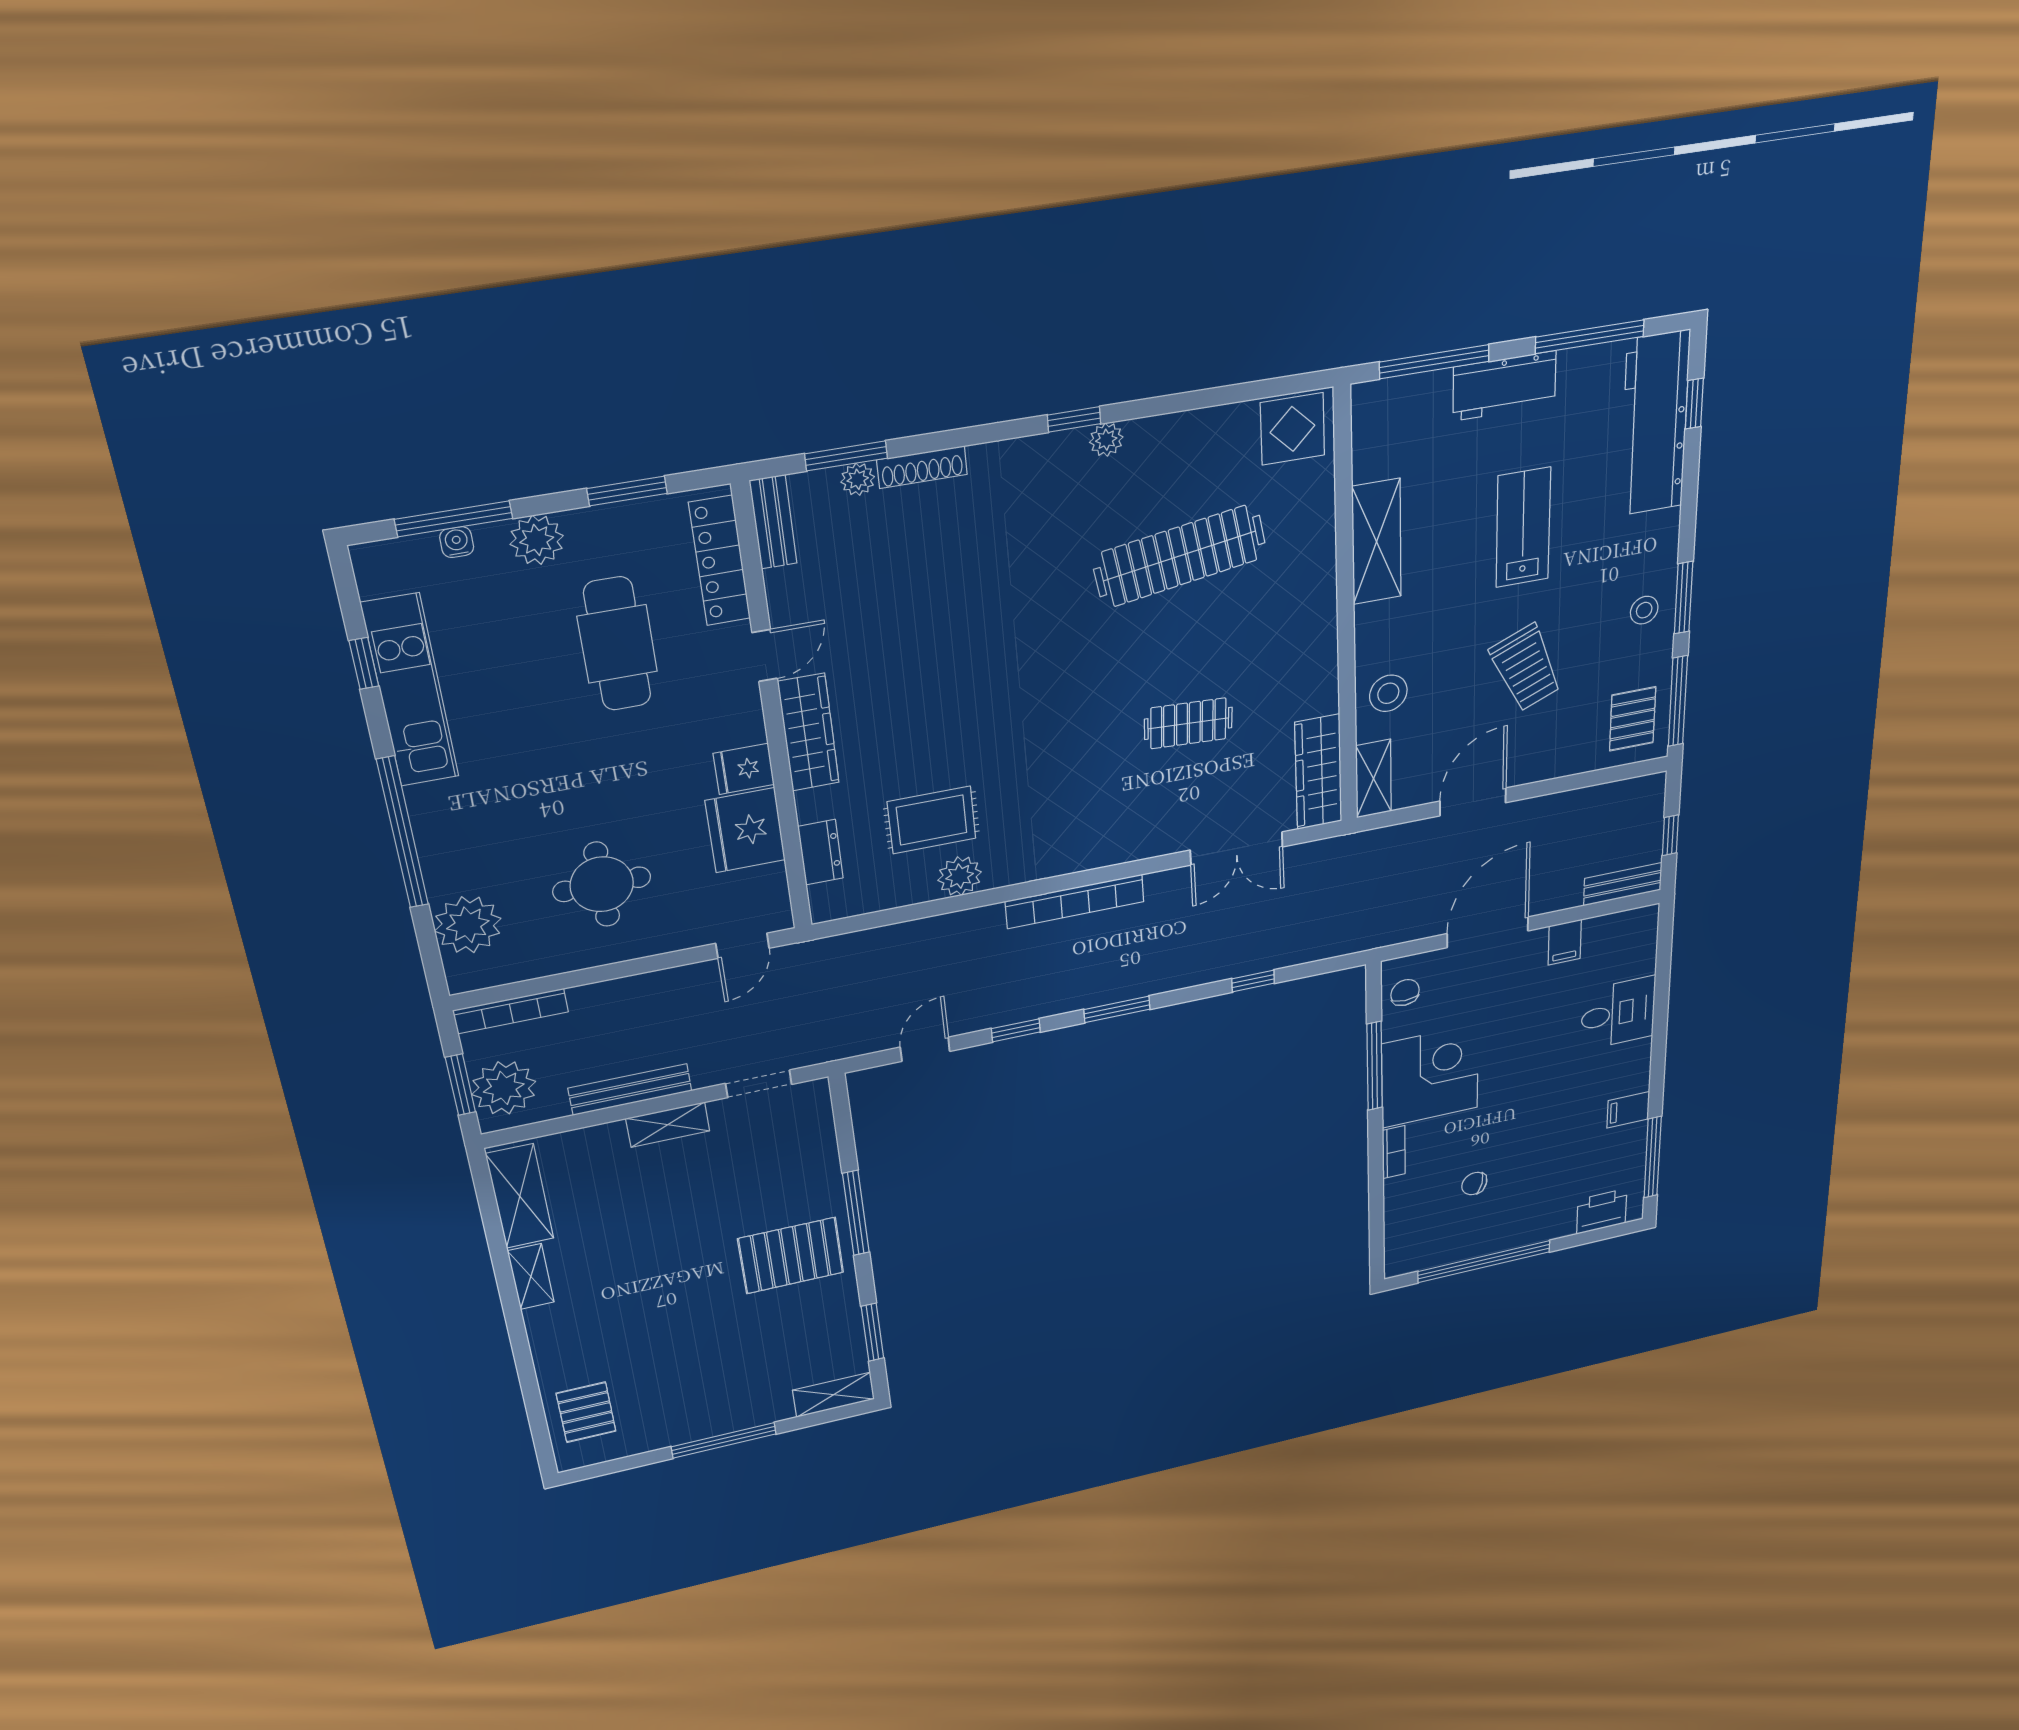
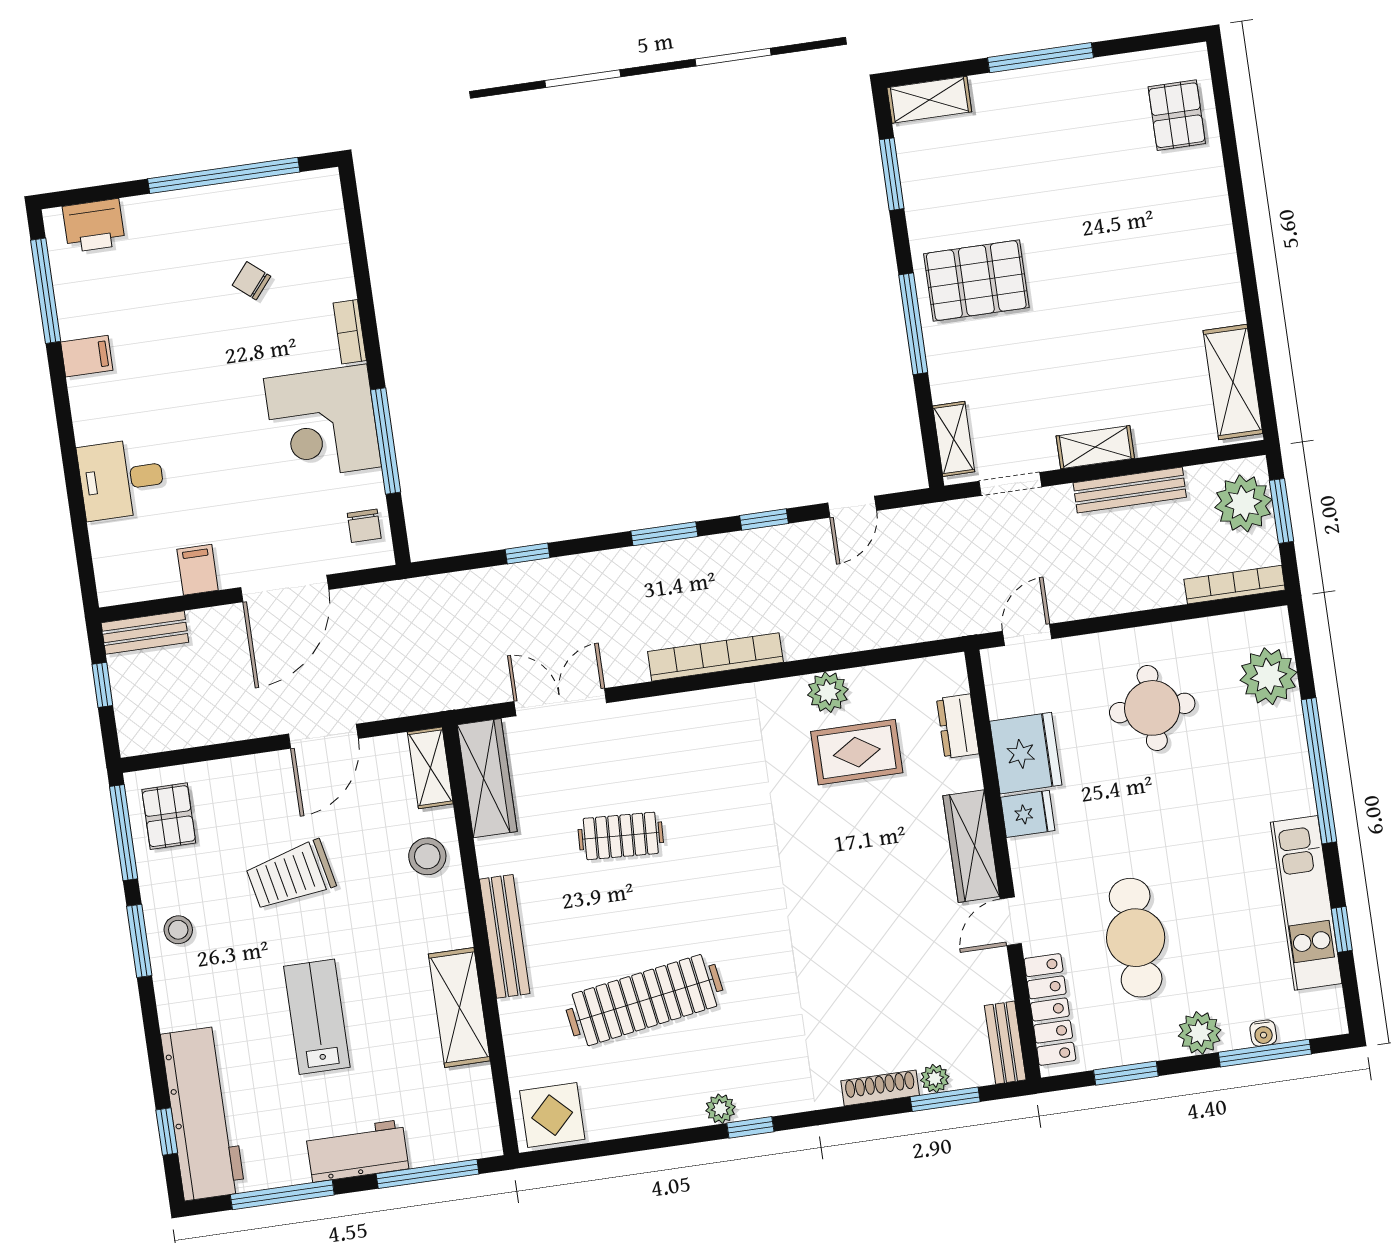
lab bench: (1523, 528) -> (317, 1017), turned 180
bench: (1320, 617) -> (505, 936), added
trolley: (1526, 668) -> (291, 876), turned -79
chair: (1474, 1184) -> (251, 281), turned -152
shelving: (531, 1277) -> (954, 439), moved

